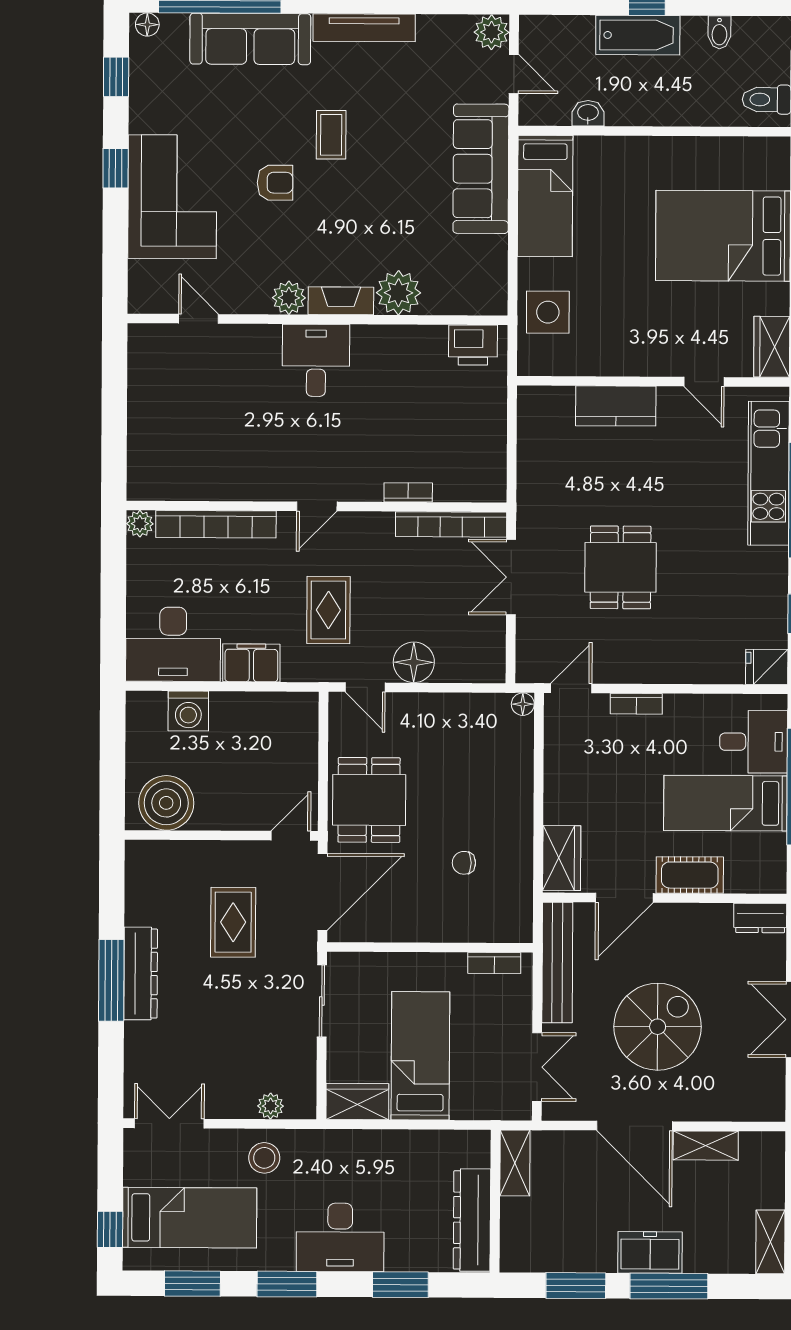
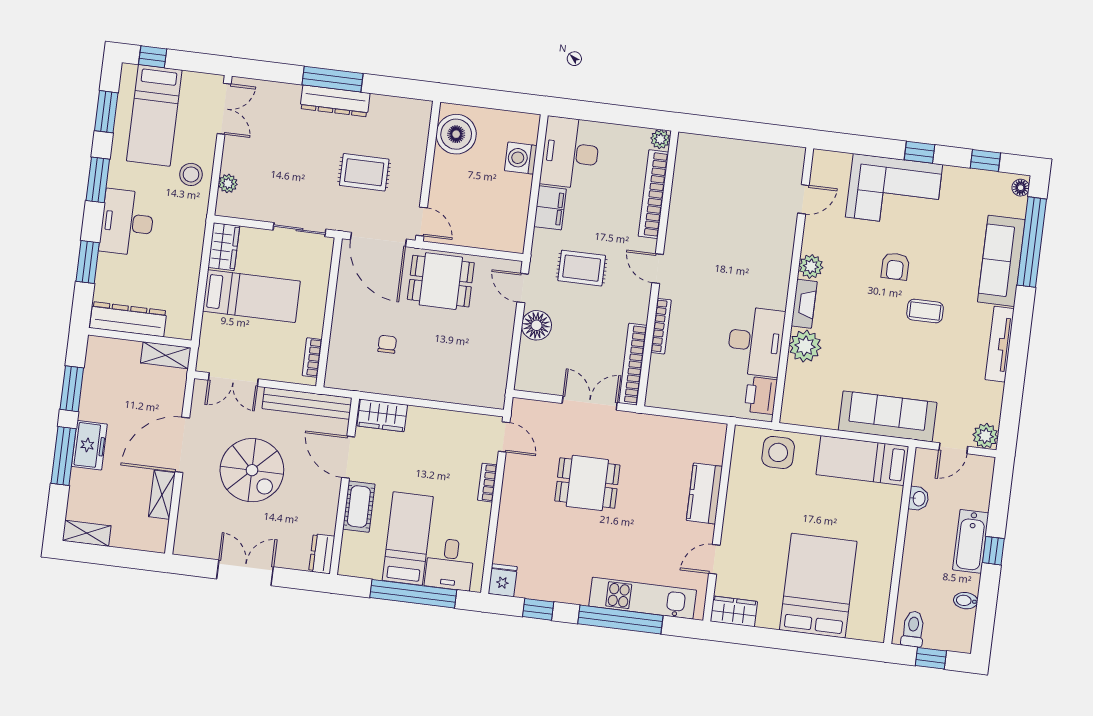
desk: (316, 360) -> (756, 341), moved, width x1.37
bookcase: (408, 492) -> (661, 326), width x1.56
door: (365, 687) -> (523, 288), hinge flipped
floor lamp: (523, 704) -> (497, 401), removed

